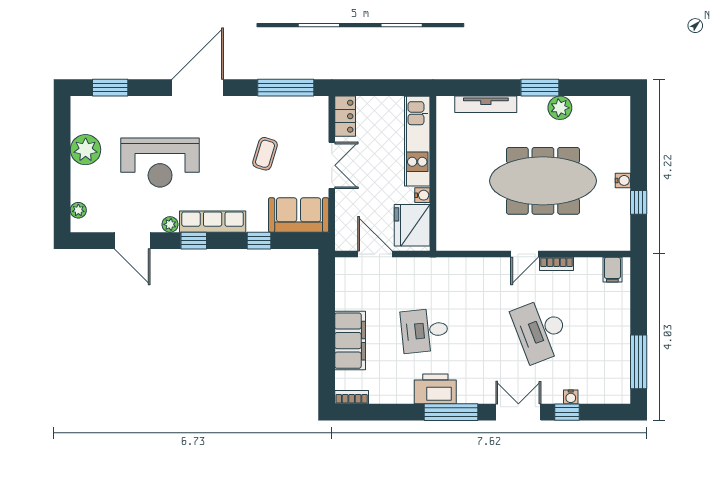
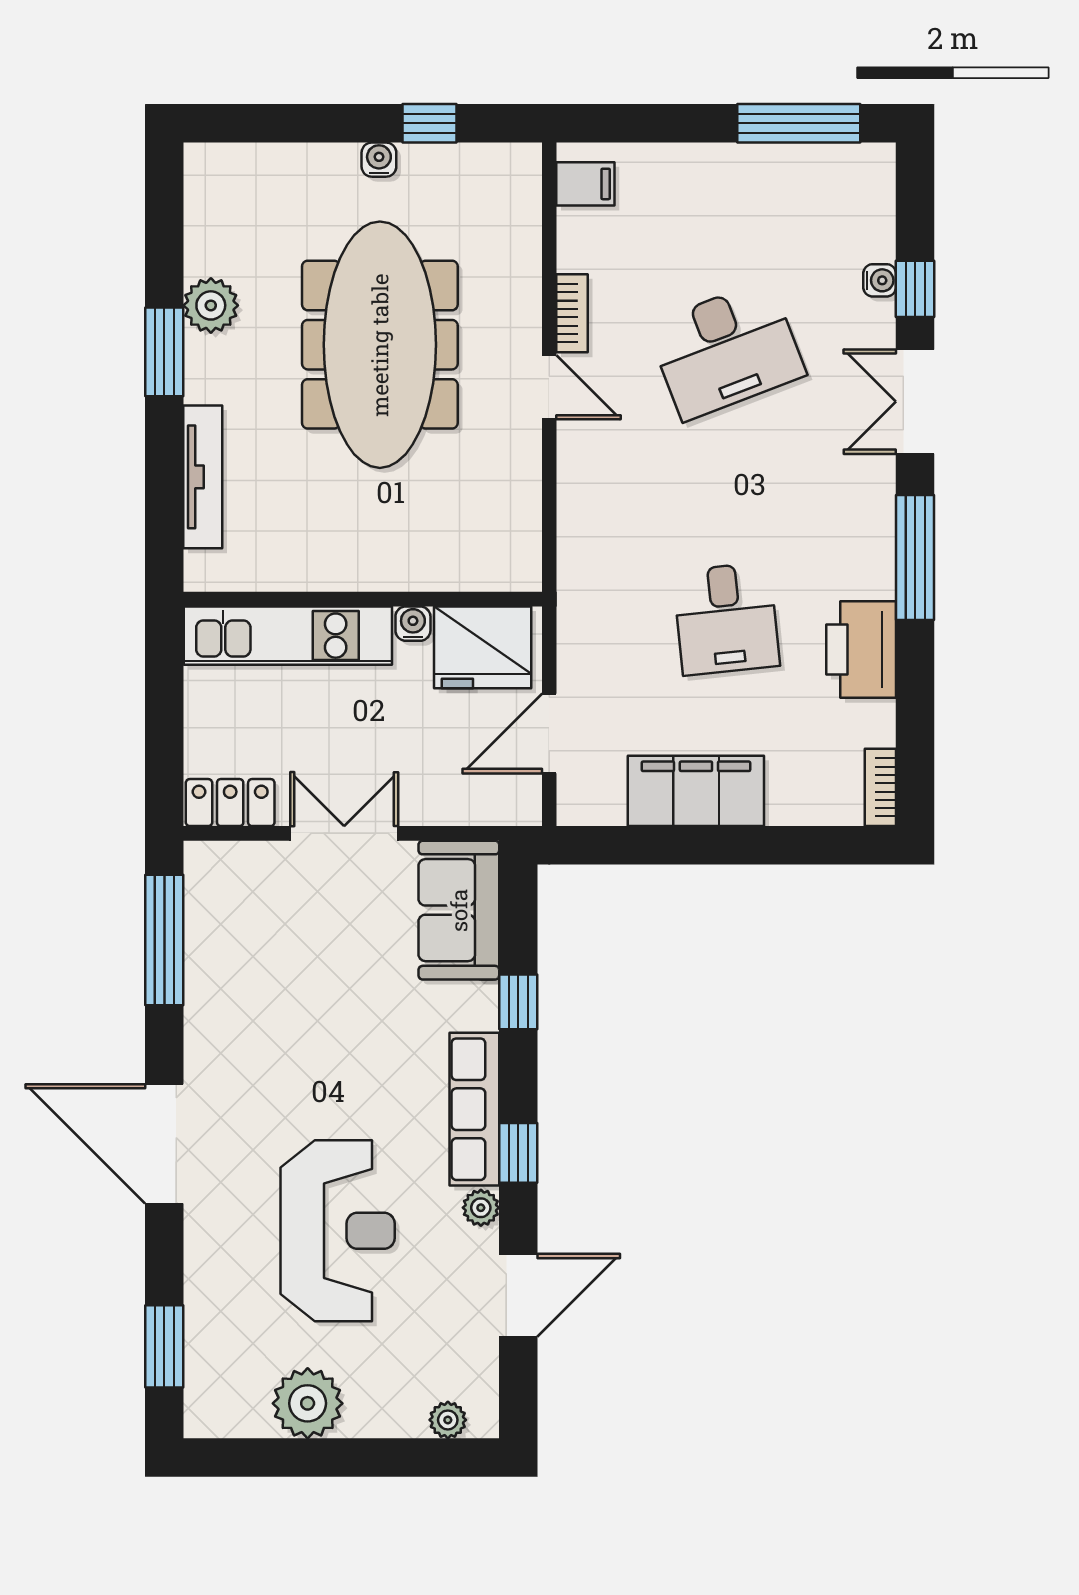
coffee table: (265, 154) -> (317, 988), removed
filing cabinet: (350, 341) -> (696, 791), moved
printer: (435, 389) -> (861, 649), moved

